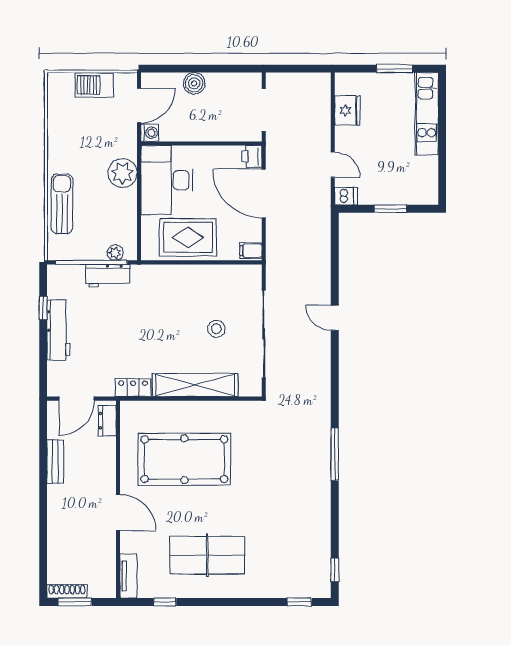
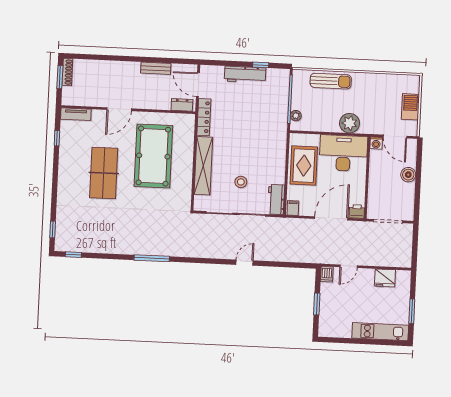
workbench: (108, 276) -> (276, 199), moved
locker: (133, 388) -> (204, 117), width x1.53
table tennis table: (207, 555) -> (104, 173), moved

